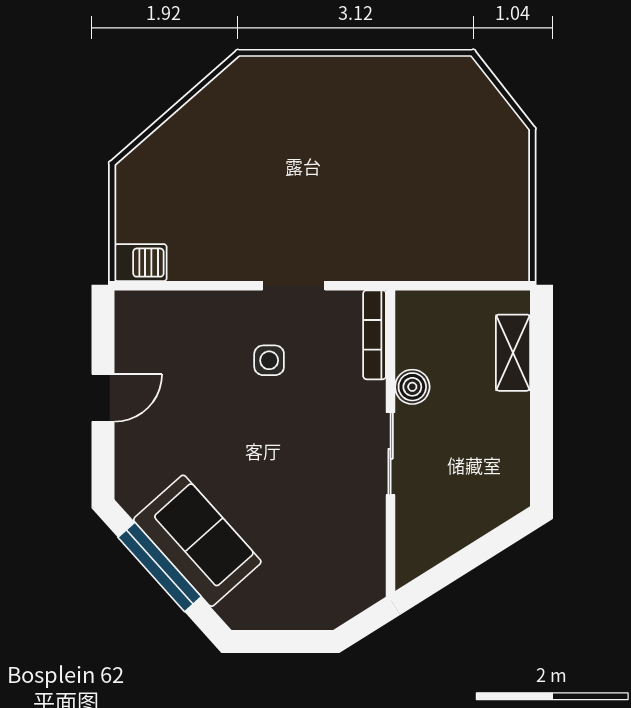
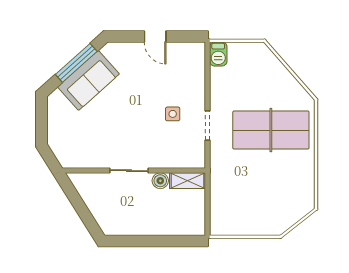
table tennis table: (304, 150) -> (271, 130), added
bookcase: (375, 335) -> (185, 163), removed
shelving: (513, 353) -> (188, 181), moved

